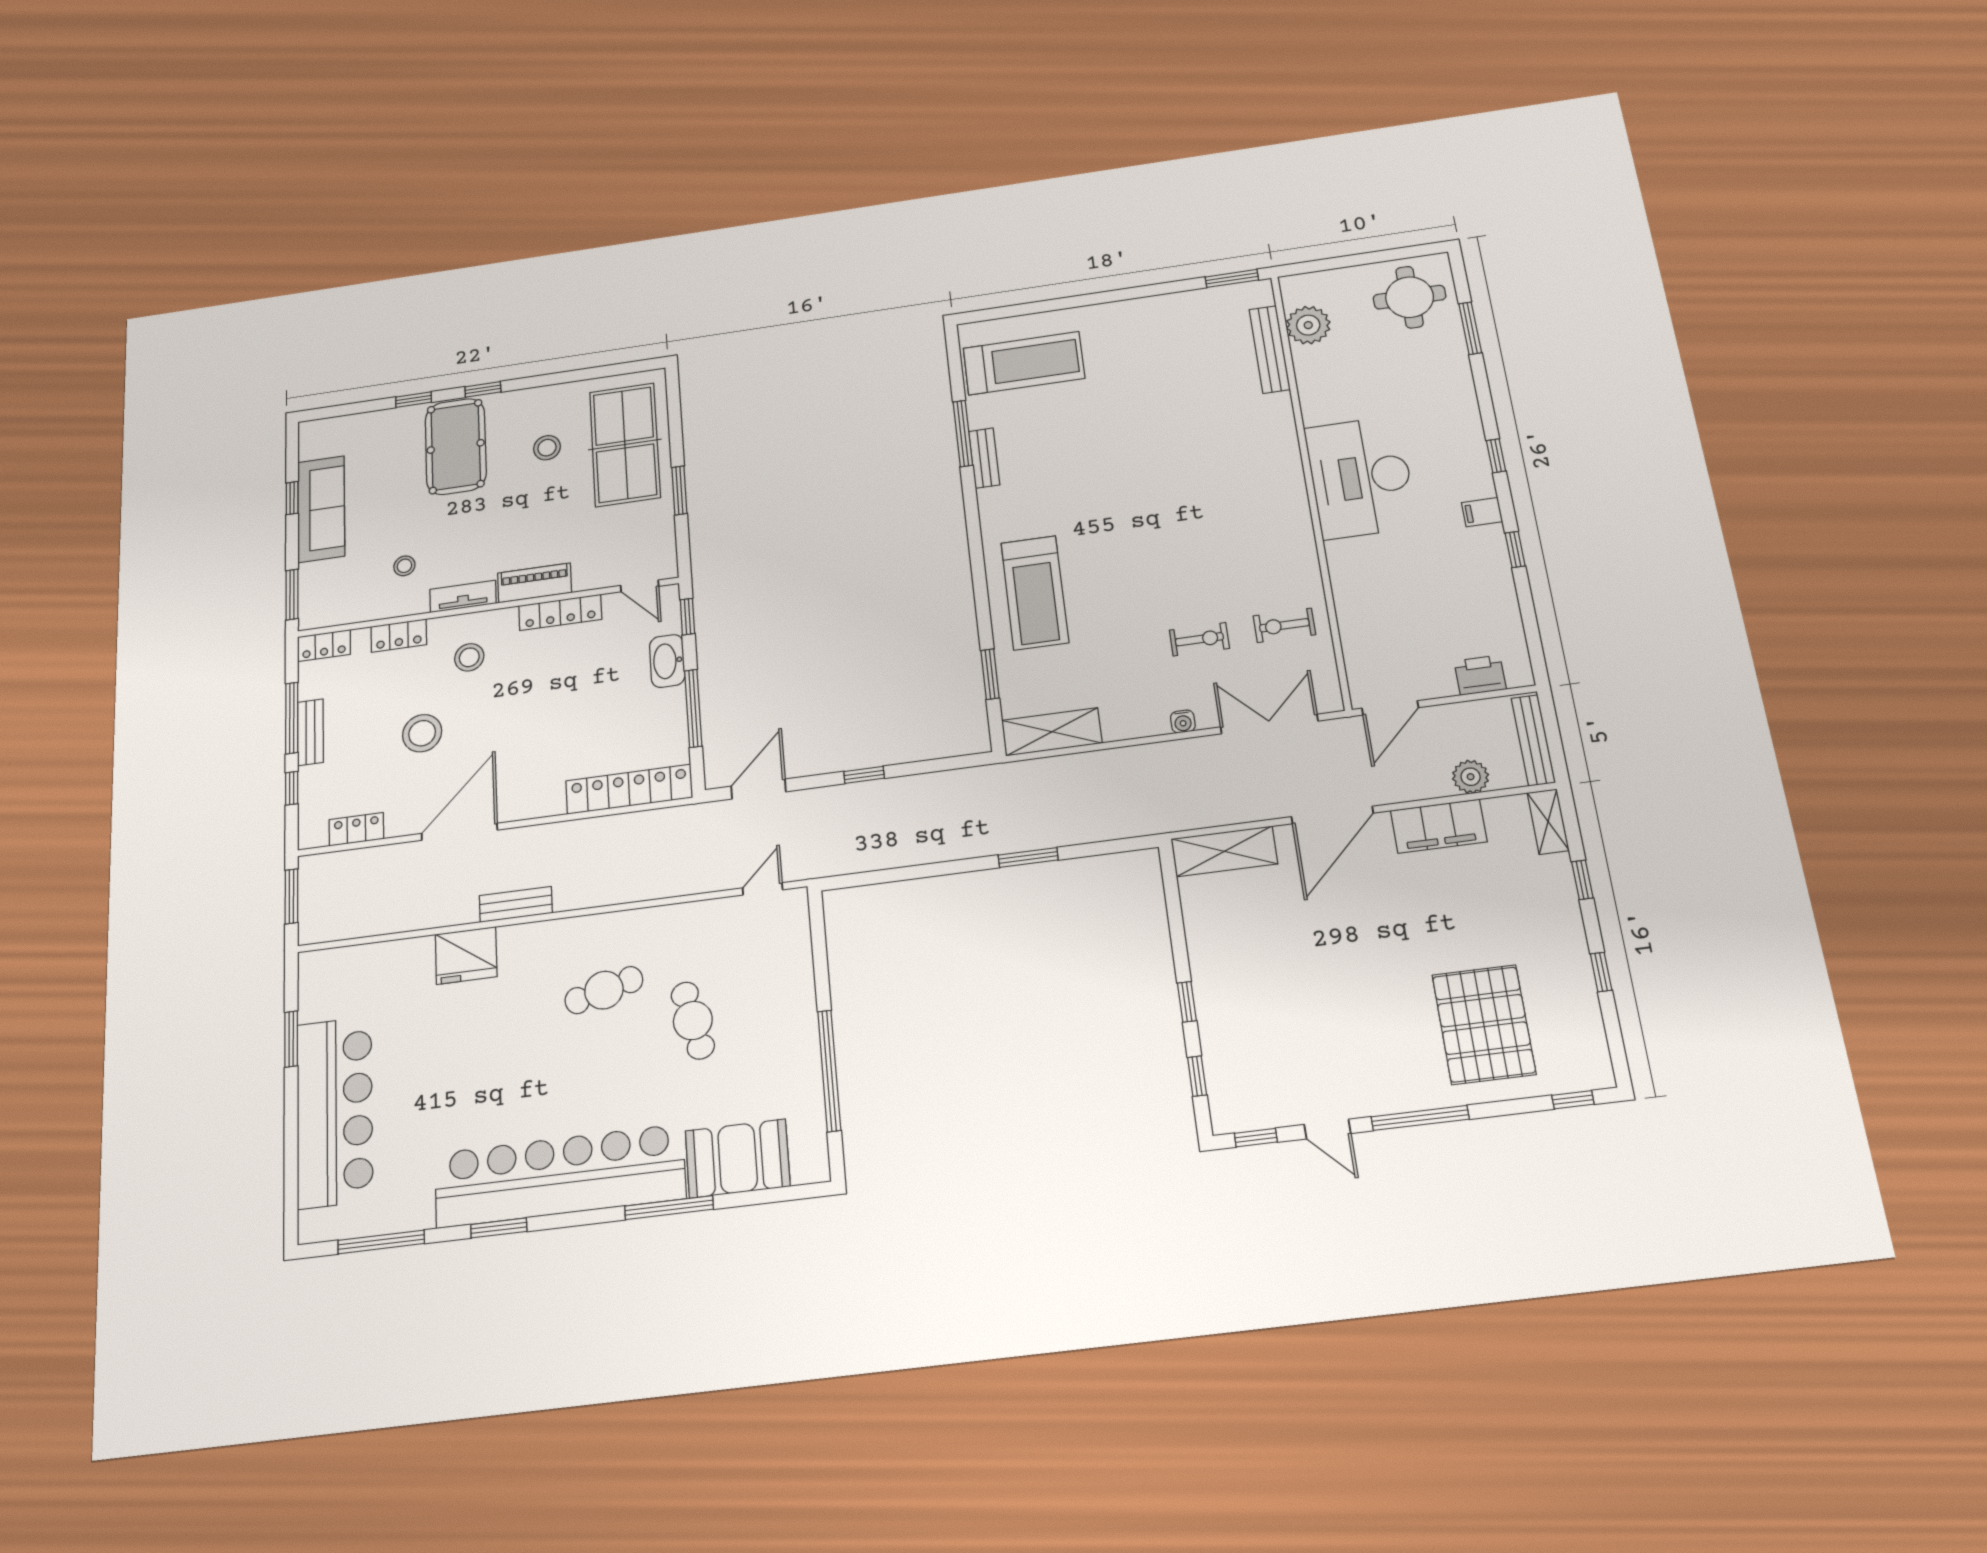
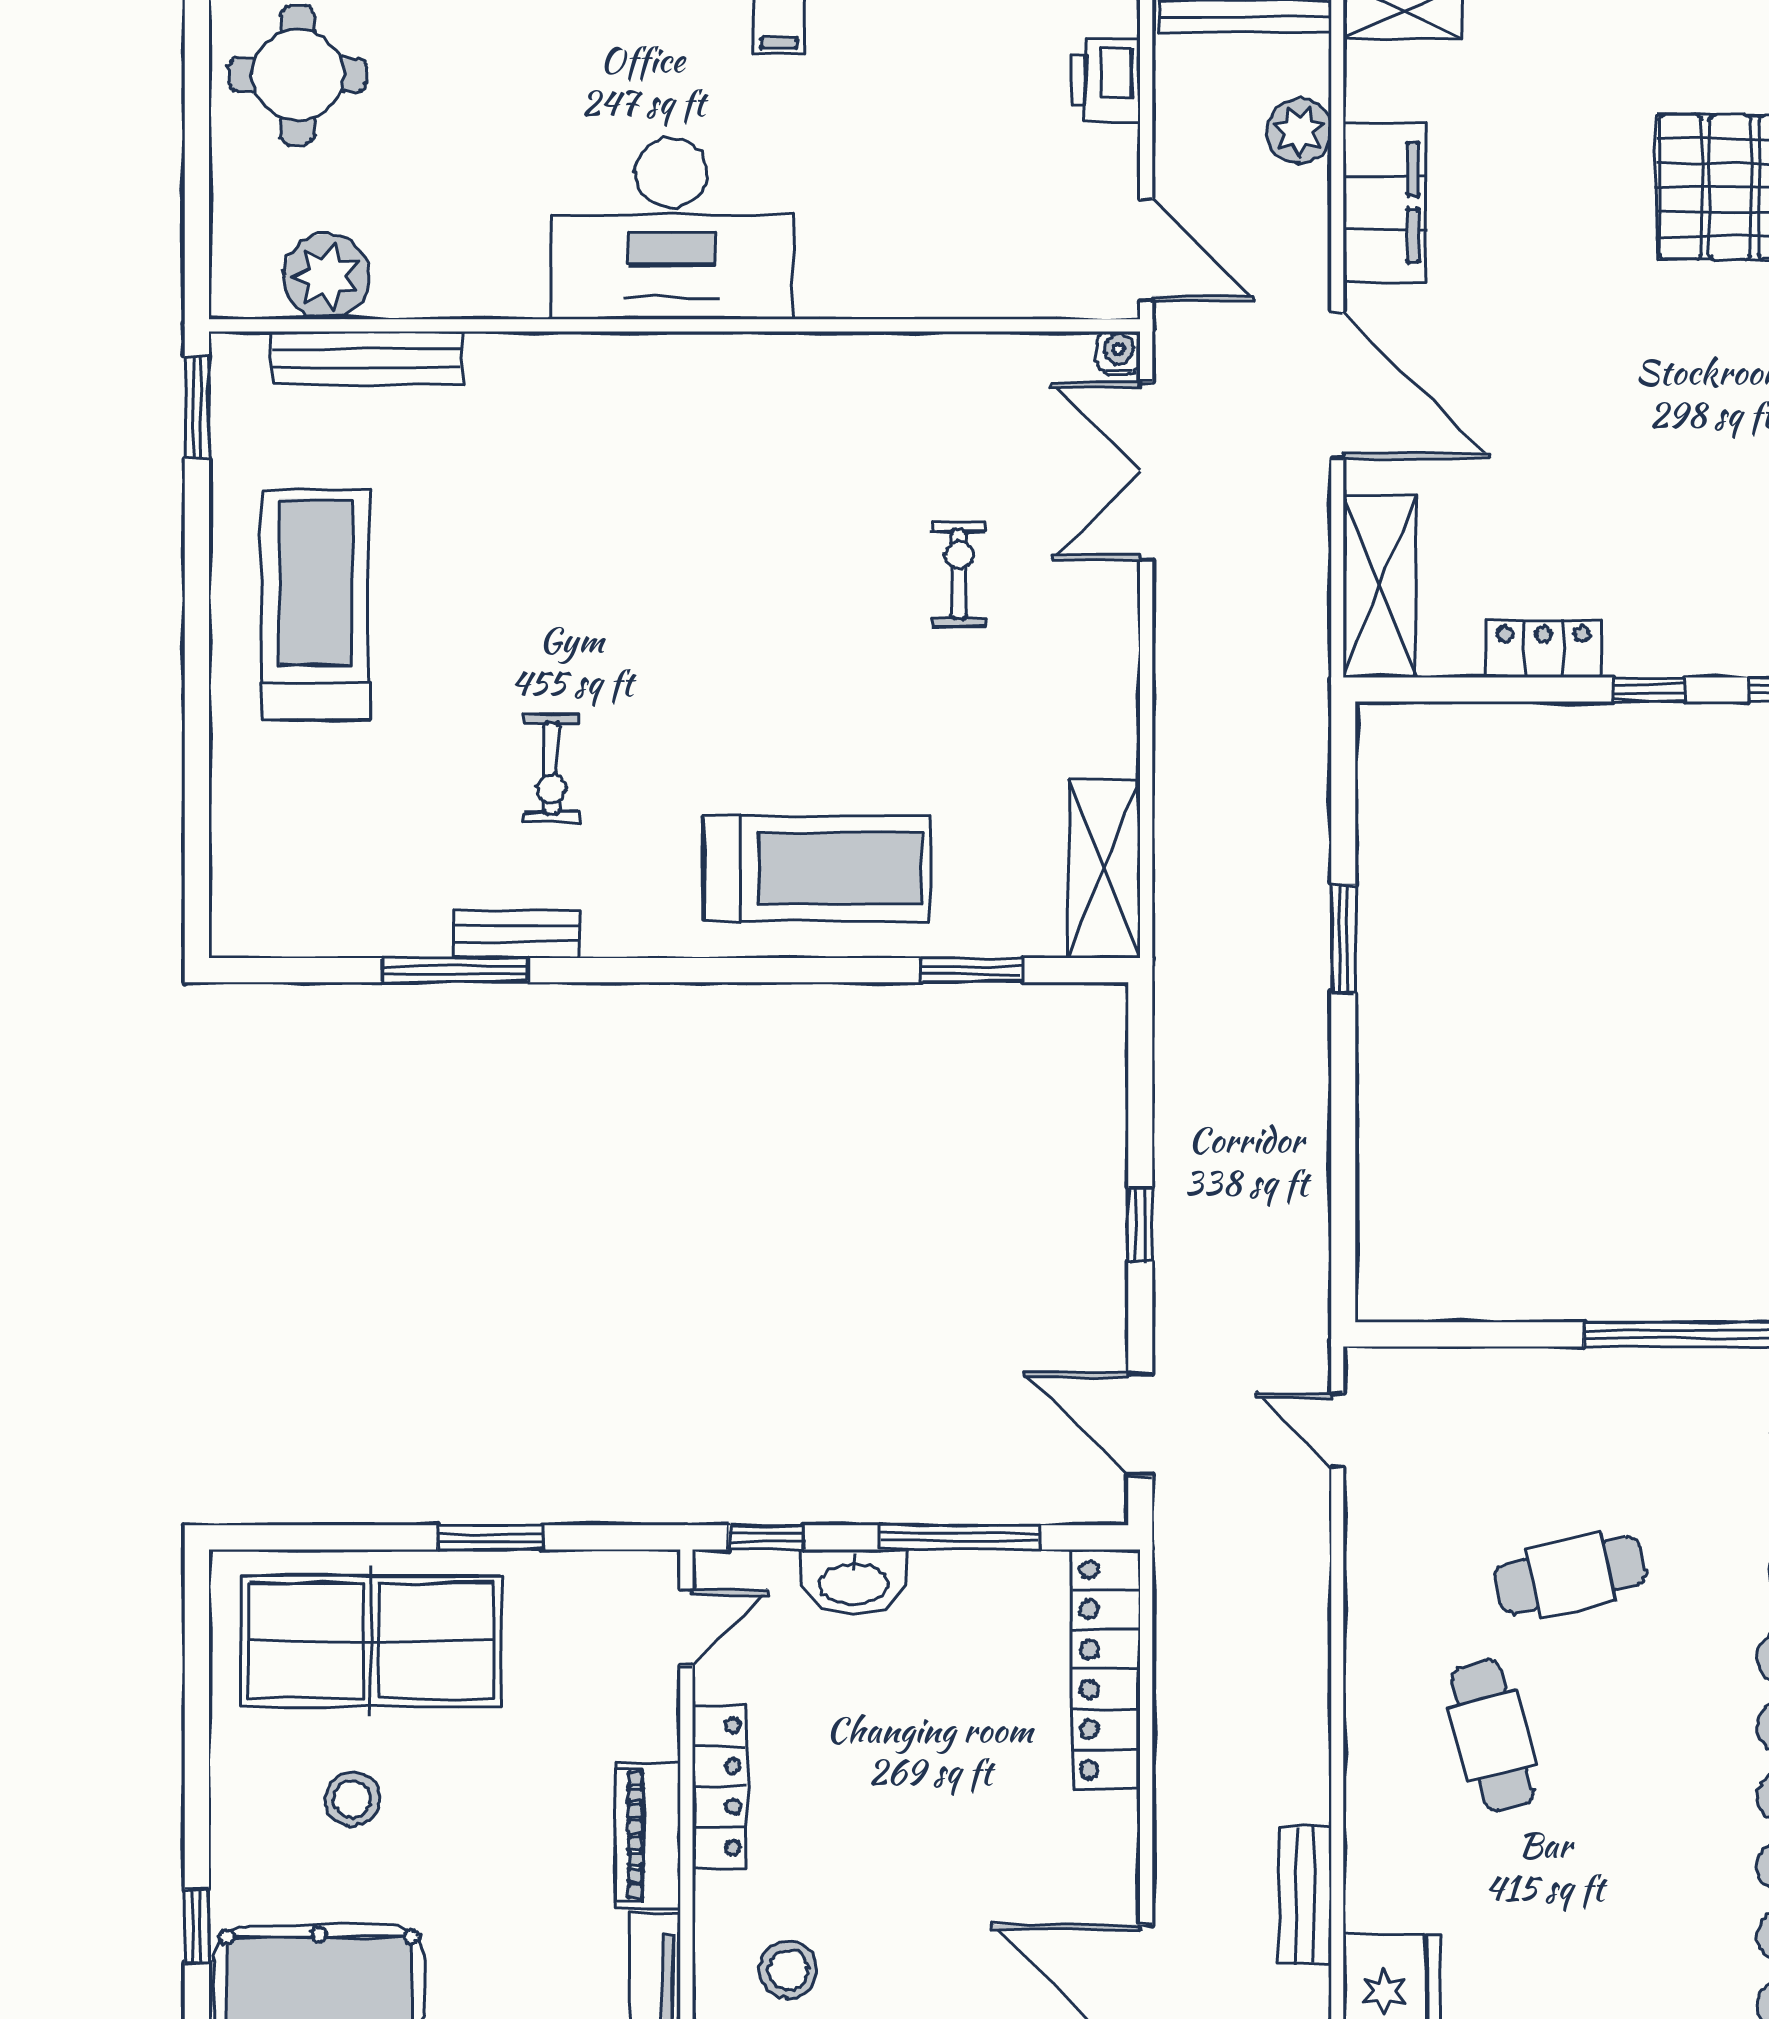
treadmill: (1024, 363) -> (316, 605), moved
exercise bike: (1284, 625) -> (552, 768), moved
water cooler: (1183, 722) -> (1119, 353), moved, turned -90
locker: (1202, 942) -> (1544, 648), added

